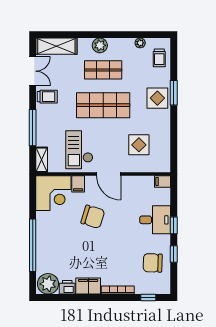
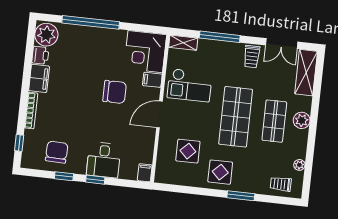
display table: (157, 98) -> (220, 172), moved
checkout: (79, 150) -> (190, 85), turned 180
chair: (93, 217) -> (115, 92), turned -107

